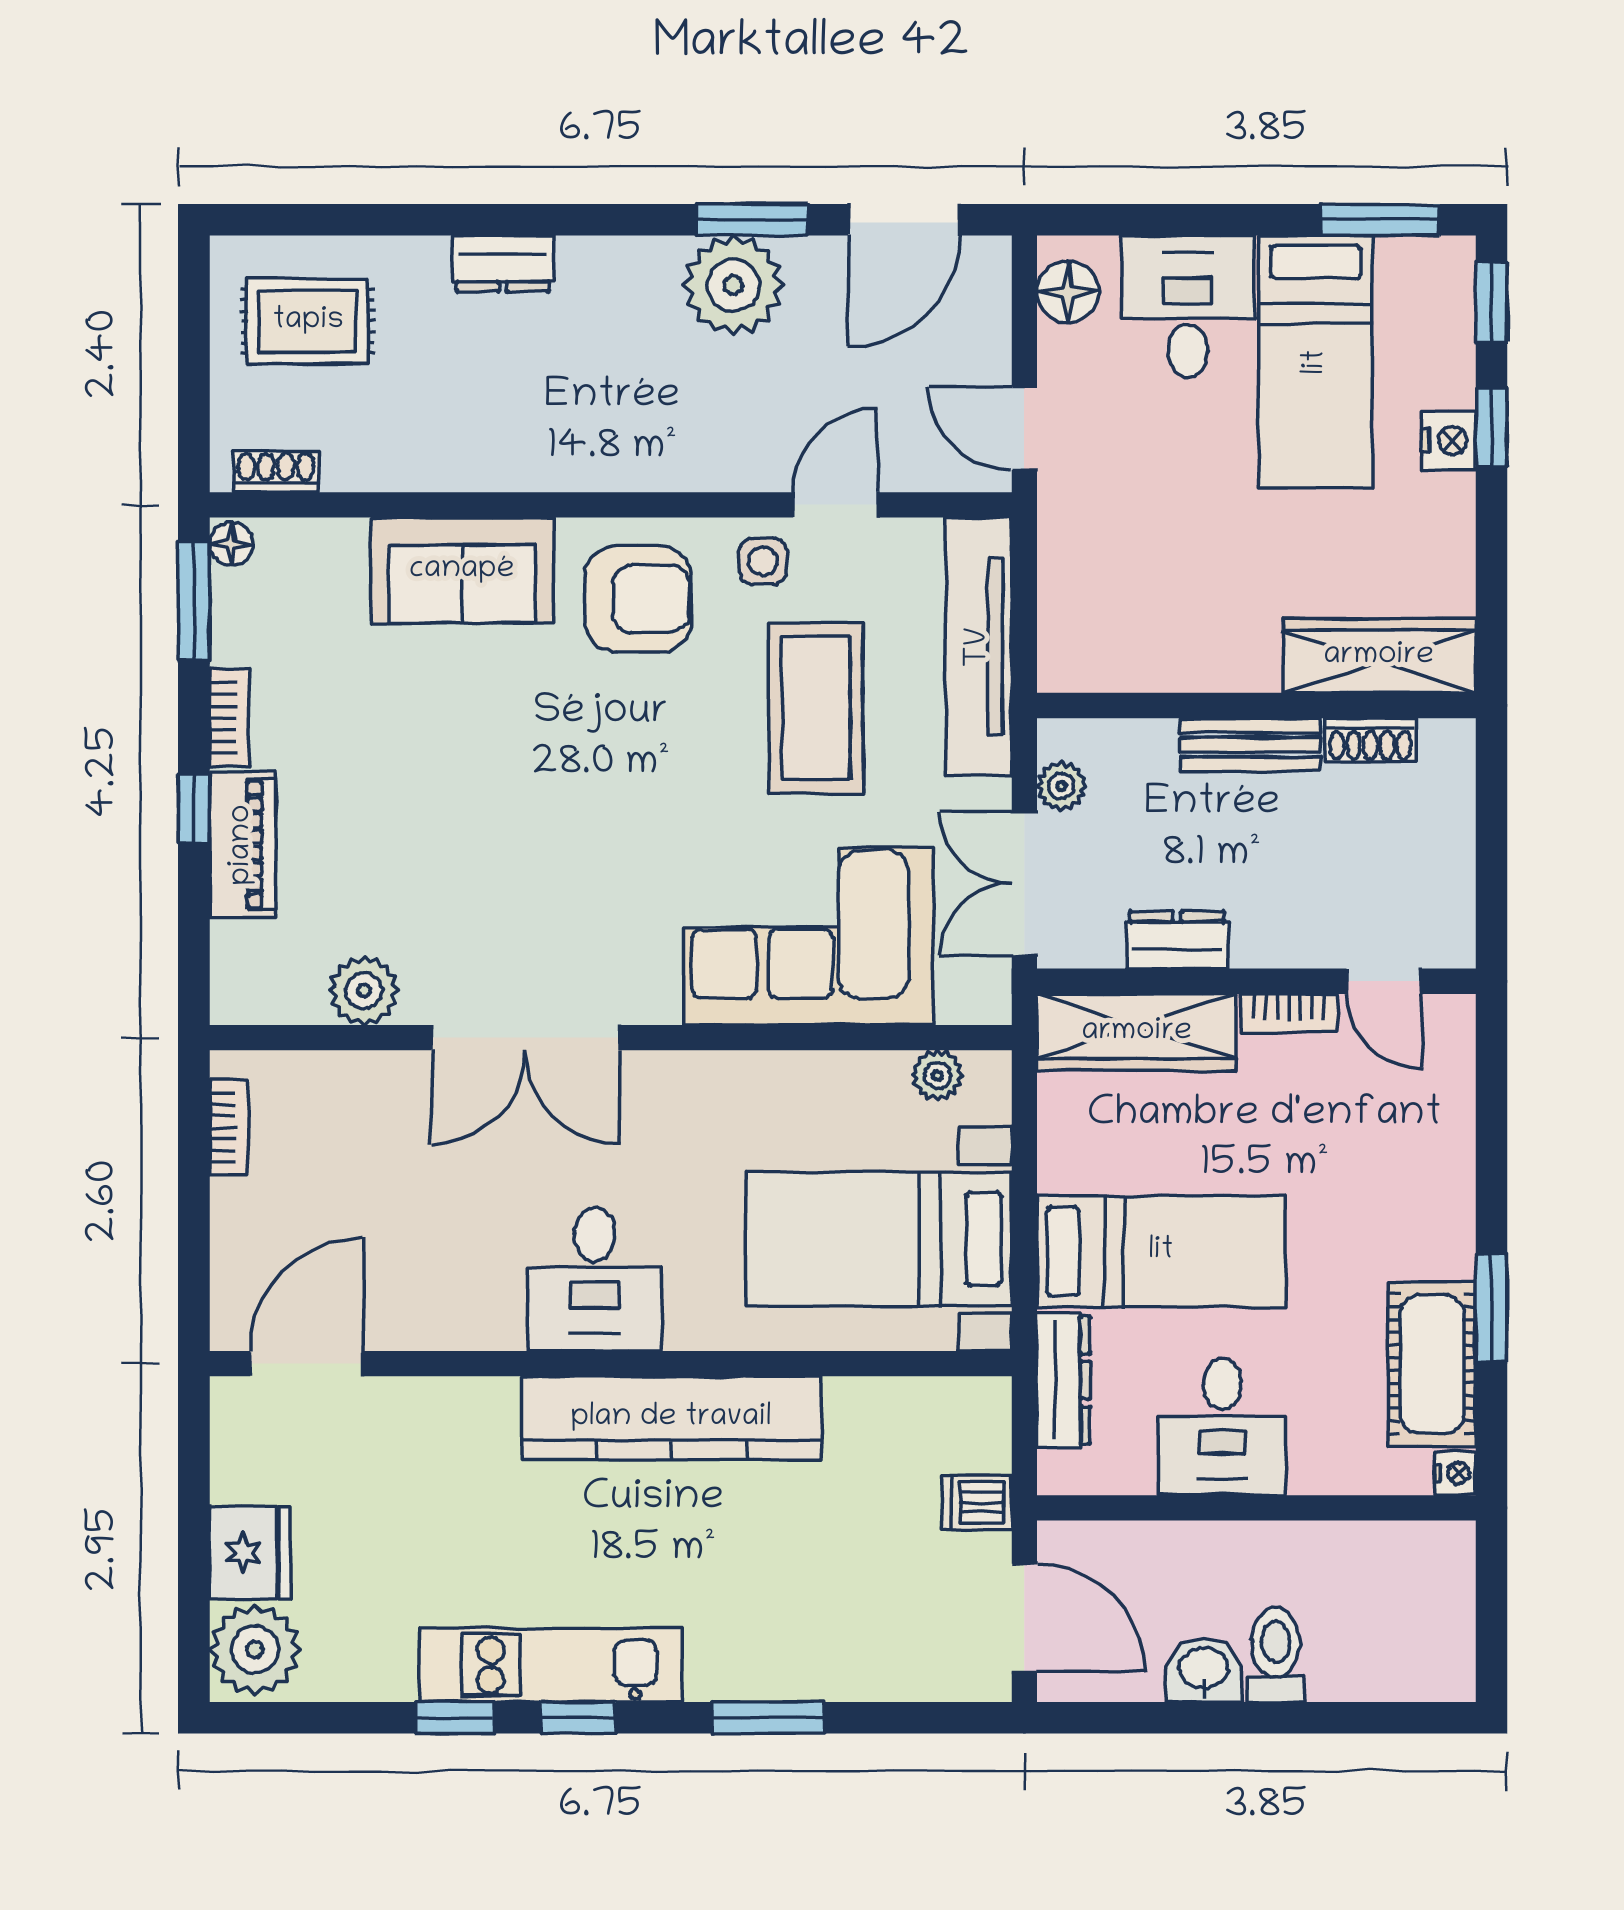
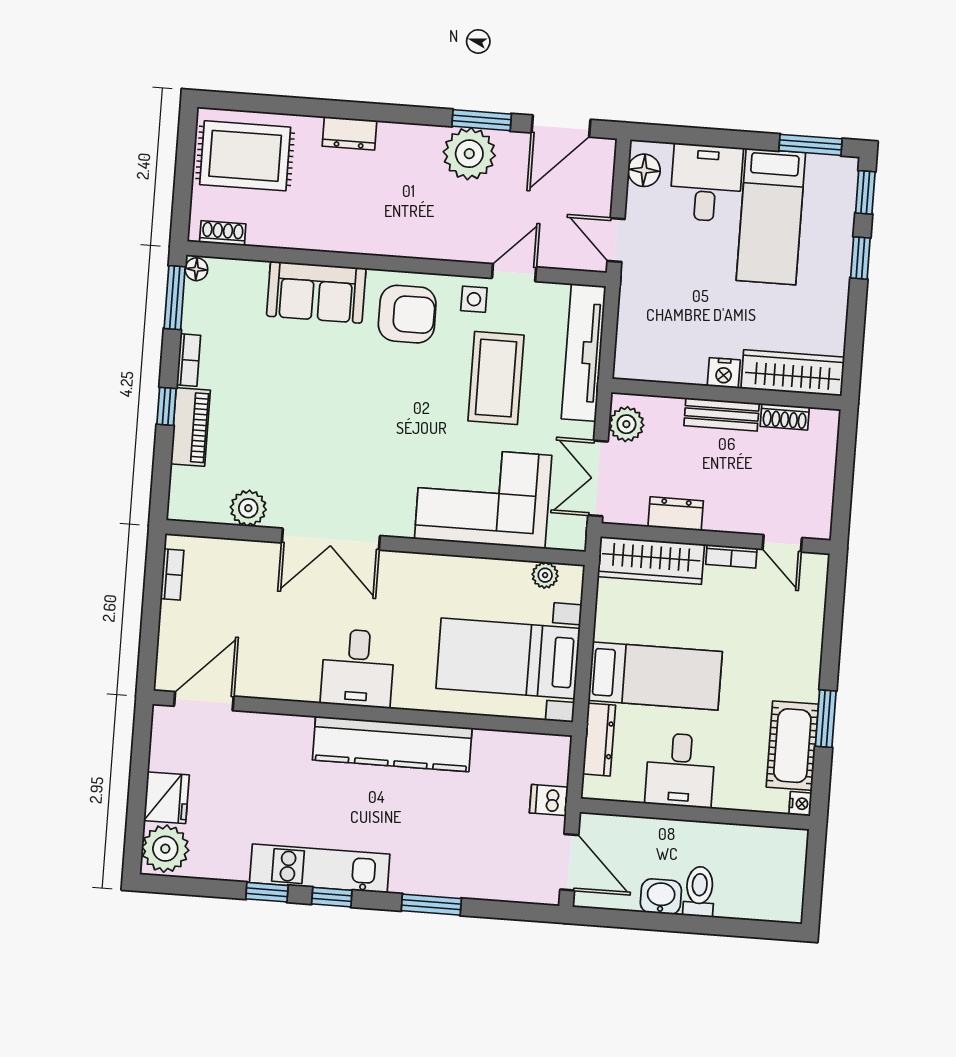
rug: (308, 321) -> (245, 156), width x1.36, depth x1.43
nightstand: (1449, 440) -> (724, 373), moved, turned 90
plant: (1061, 786) -> (626, 424), width x1.38, depth x1.38

